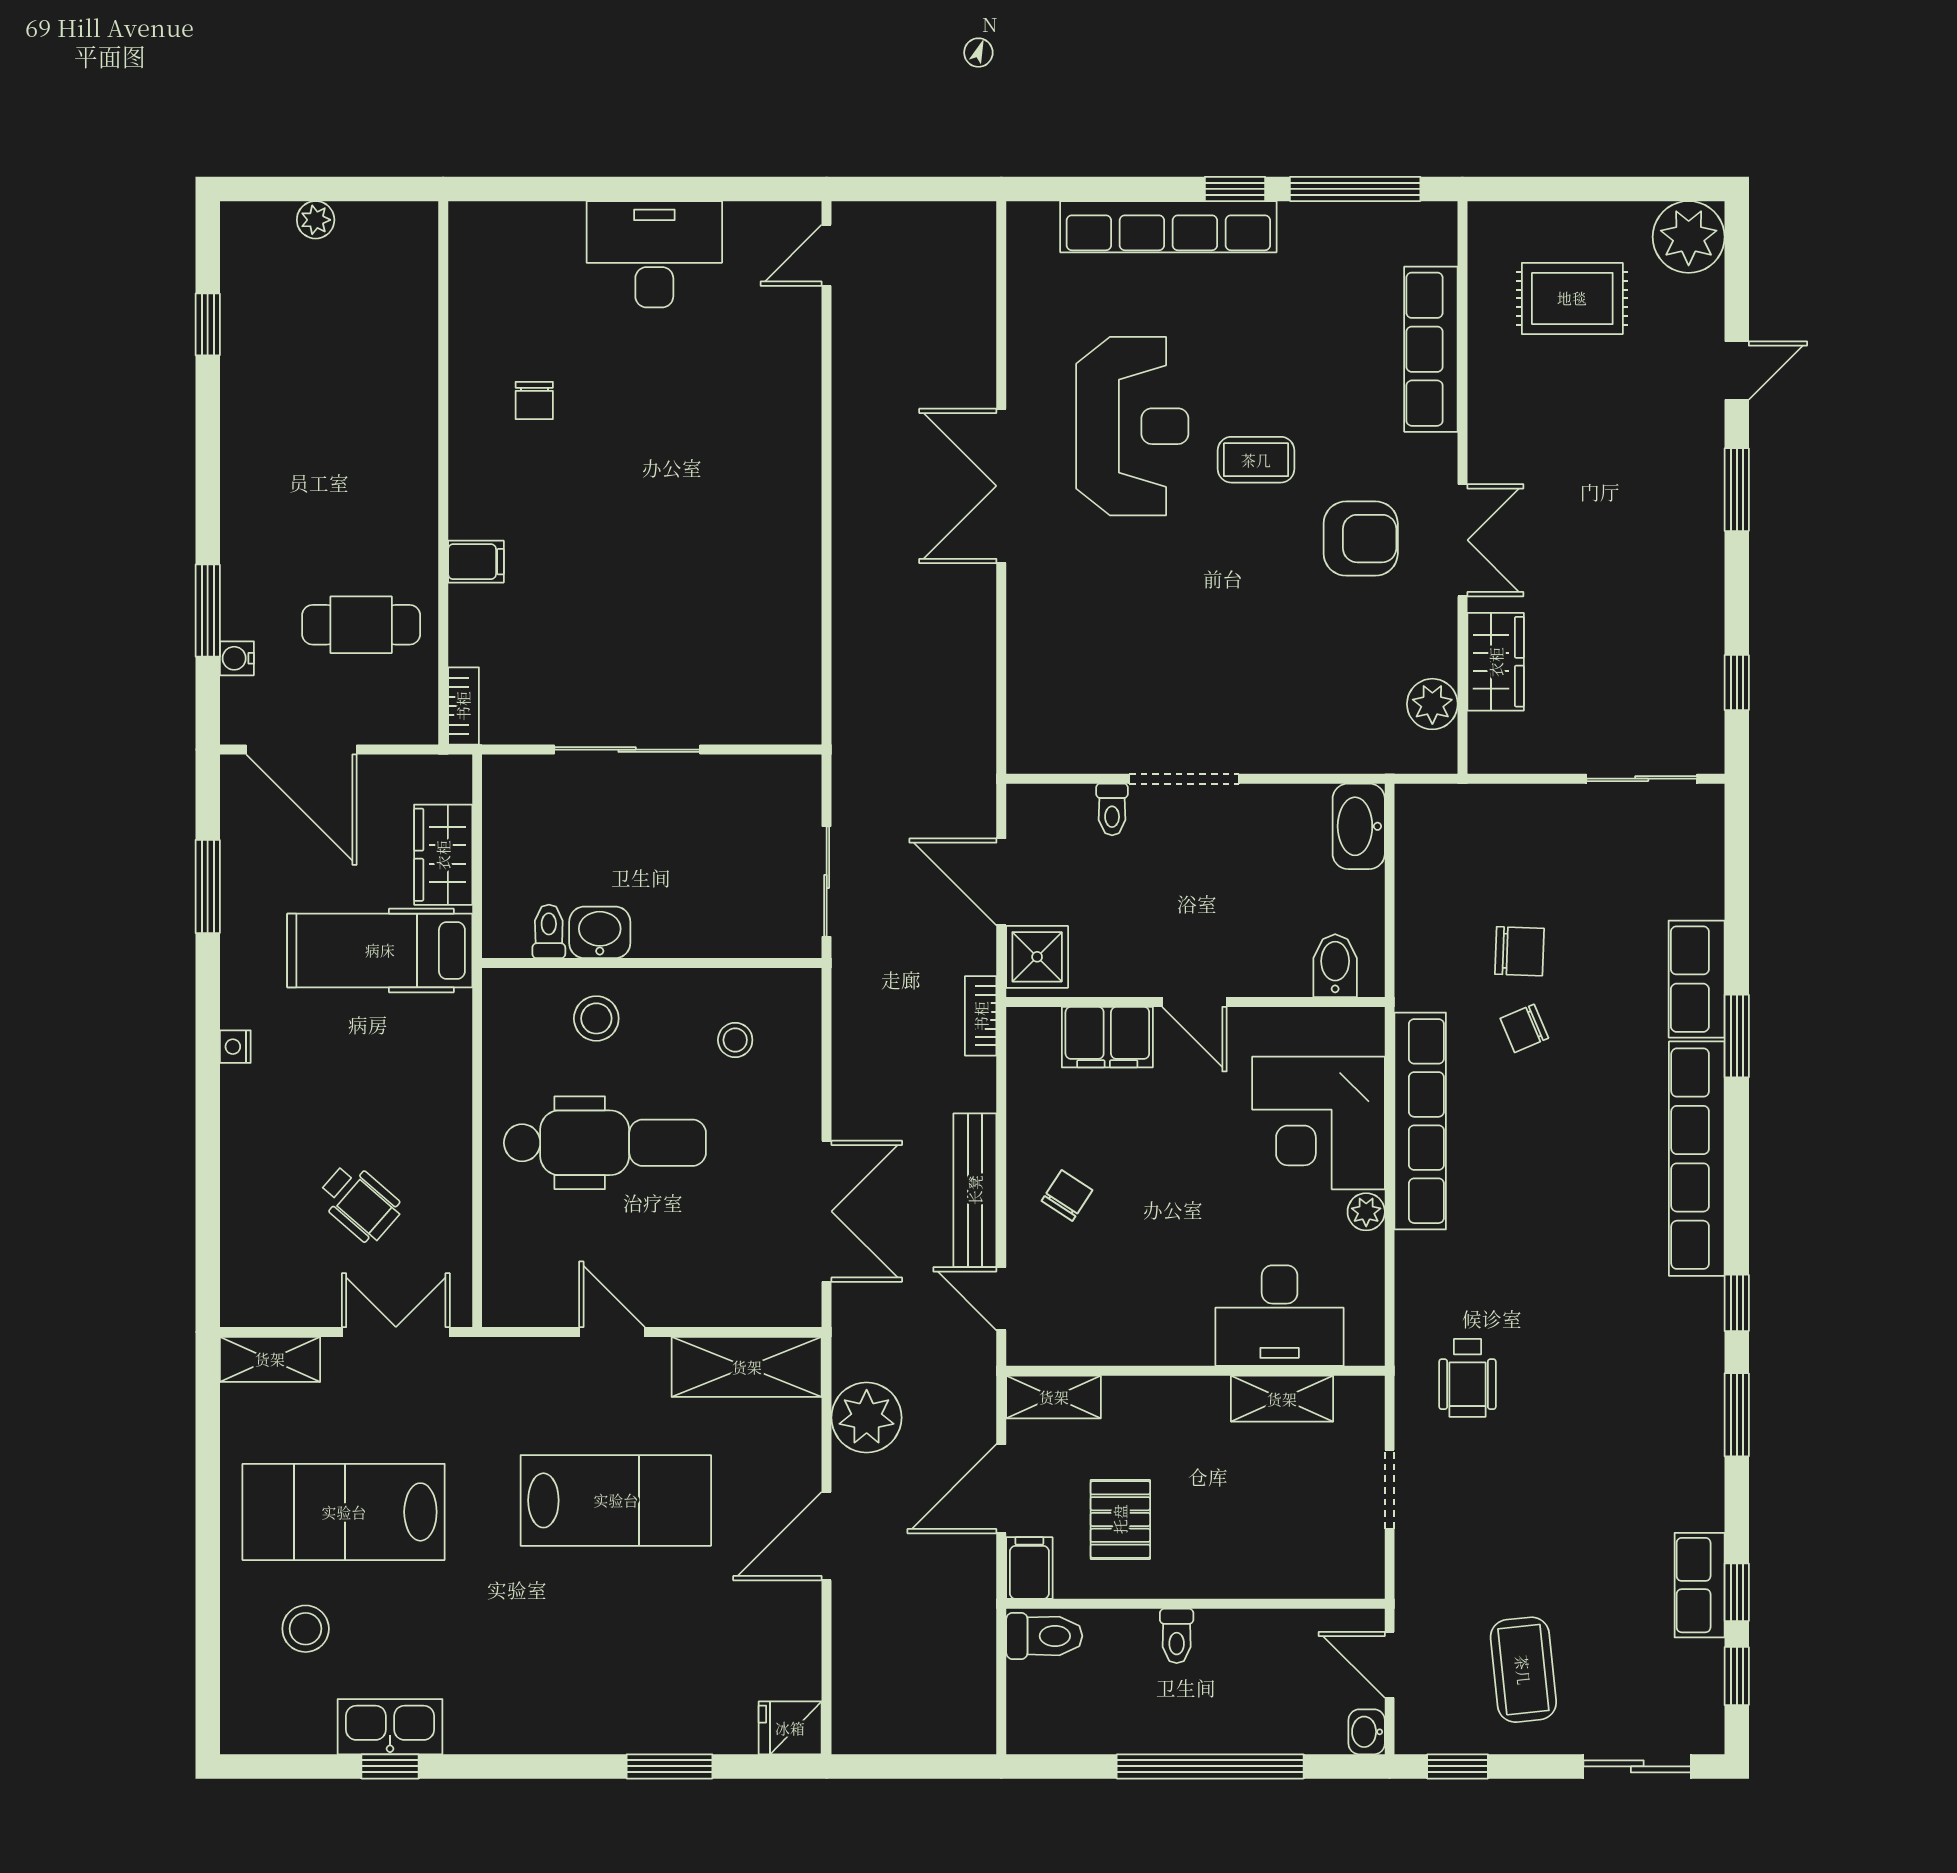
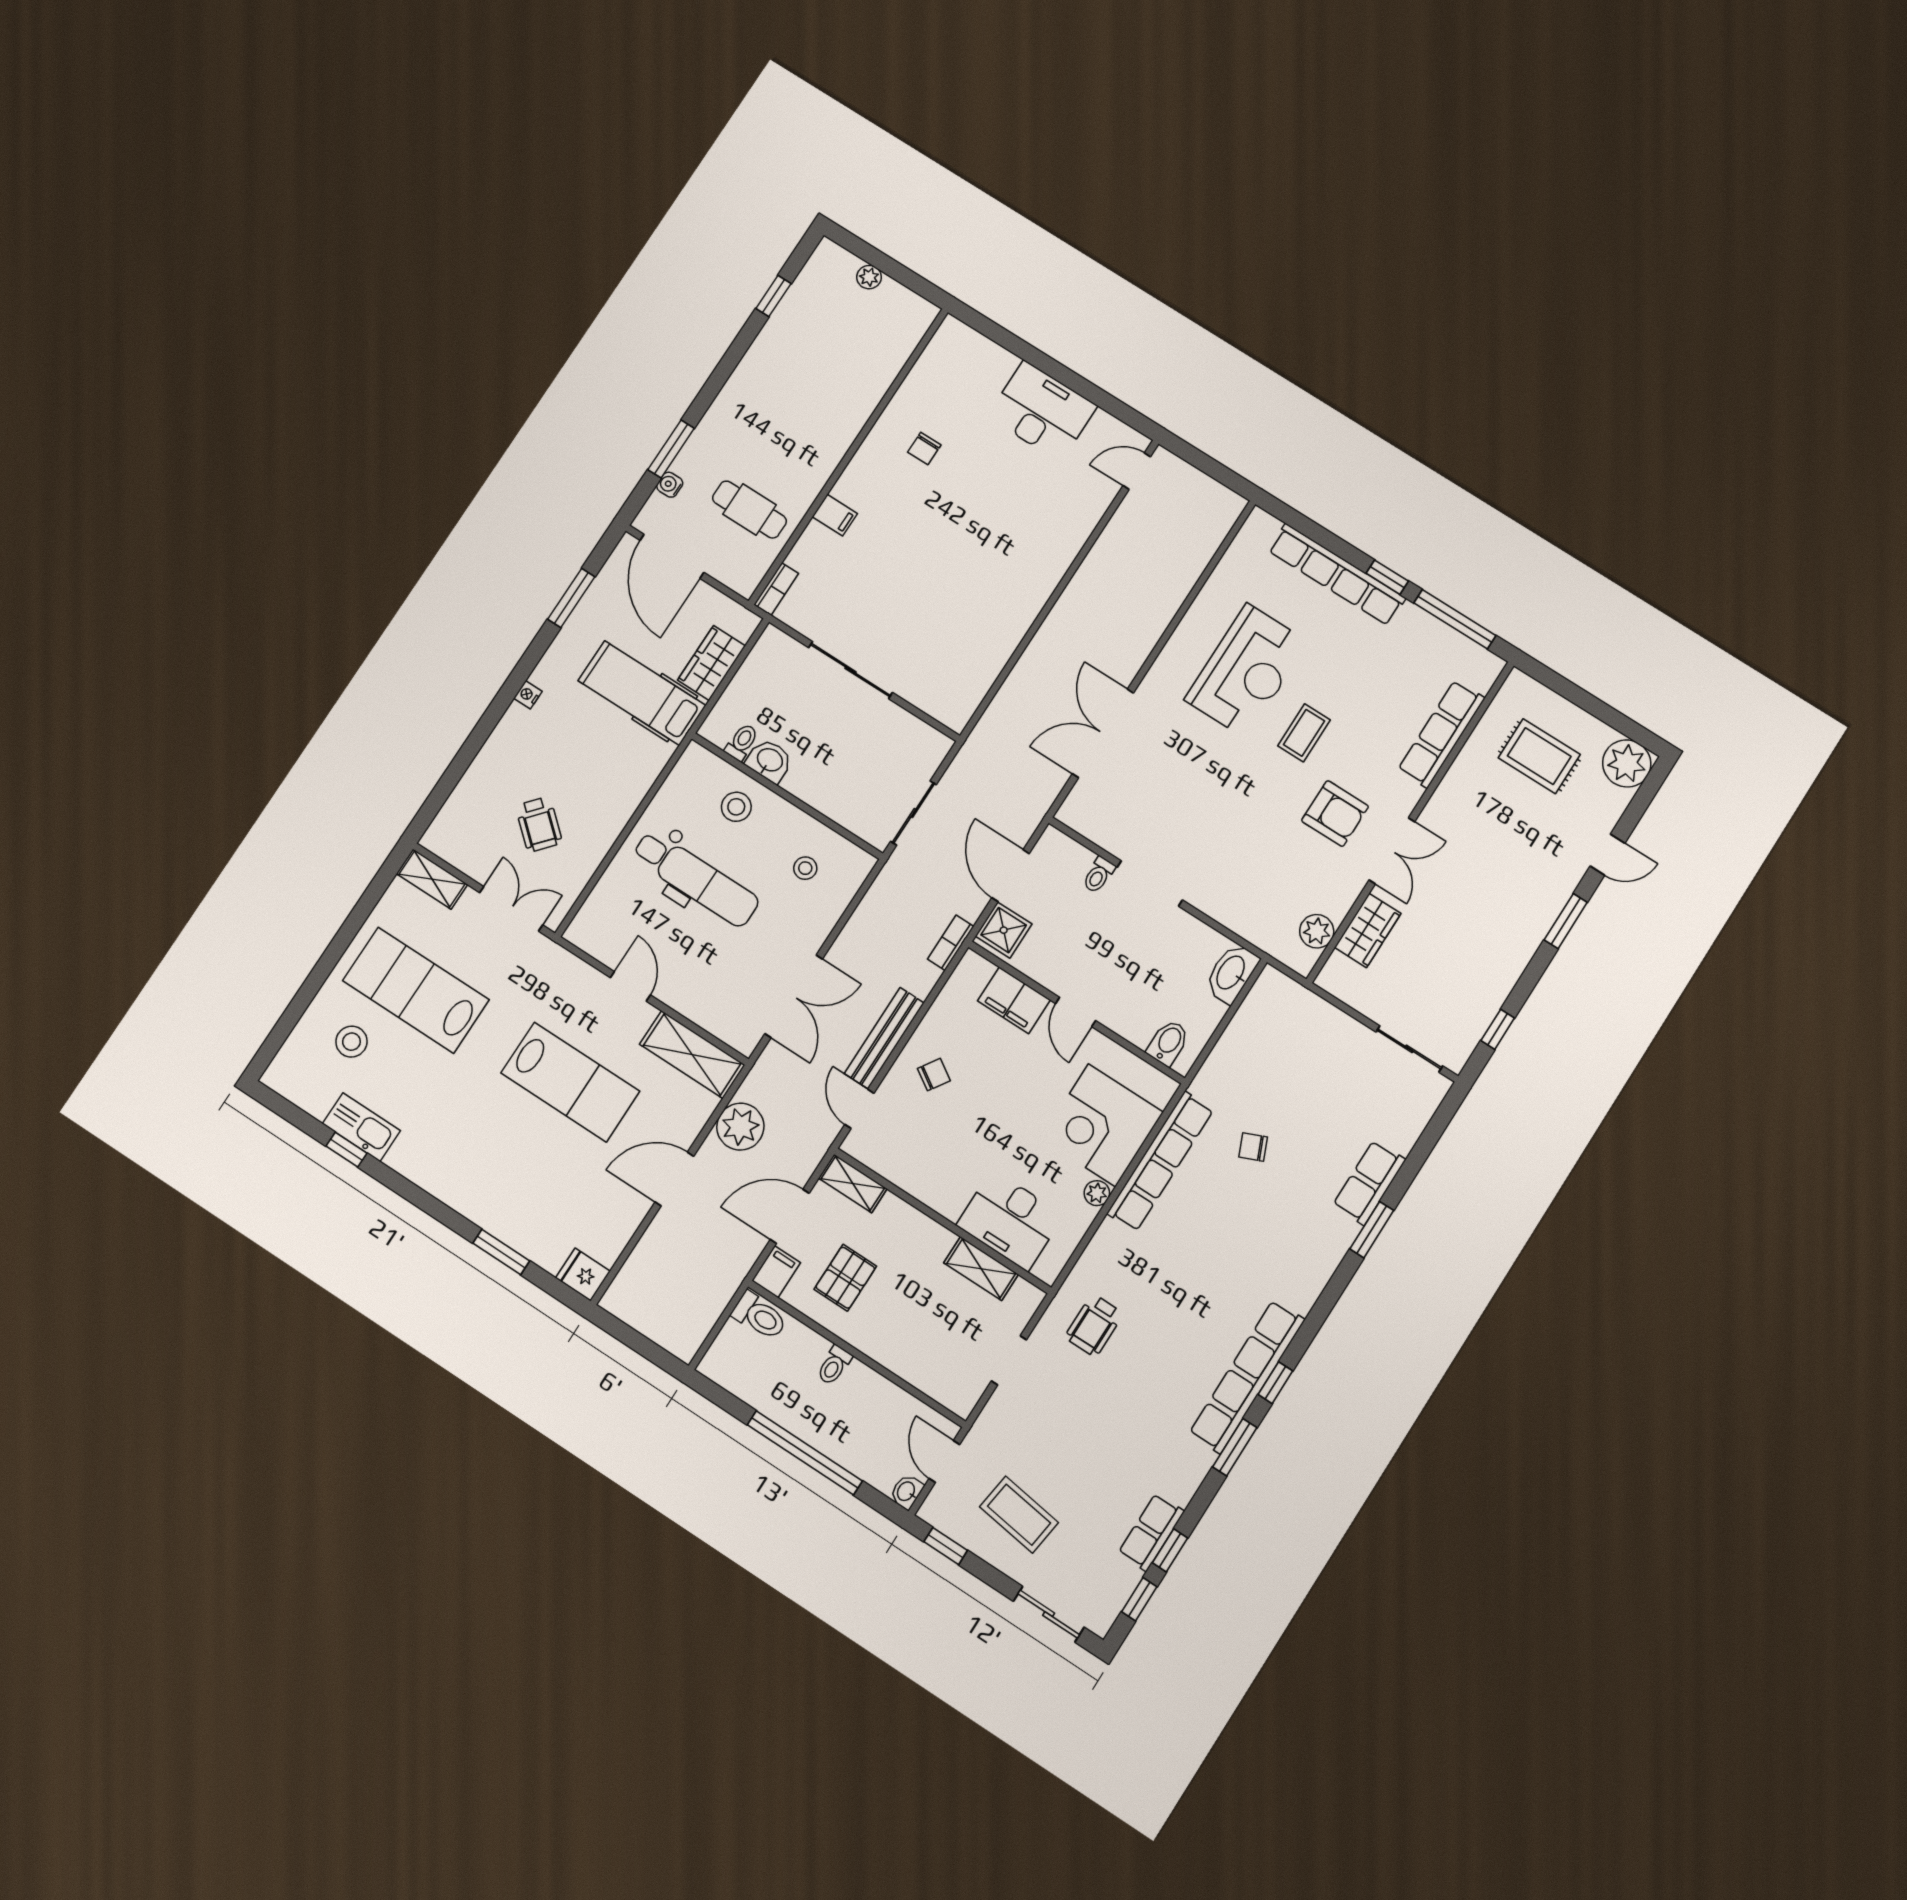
coffee table: (1256, 460) -> (1304, 733), turned 90
double door: (1001, 486) -> (1103, 733), moved
chair: (1519, 951) -> (1278, 1102), removed
row of seats: (1697, 1159) -> (1247, 1377), moved
coffee table: (1523, 1670) -> (1019, 1515), turned -76

